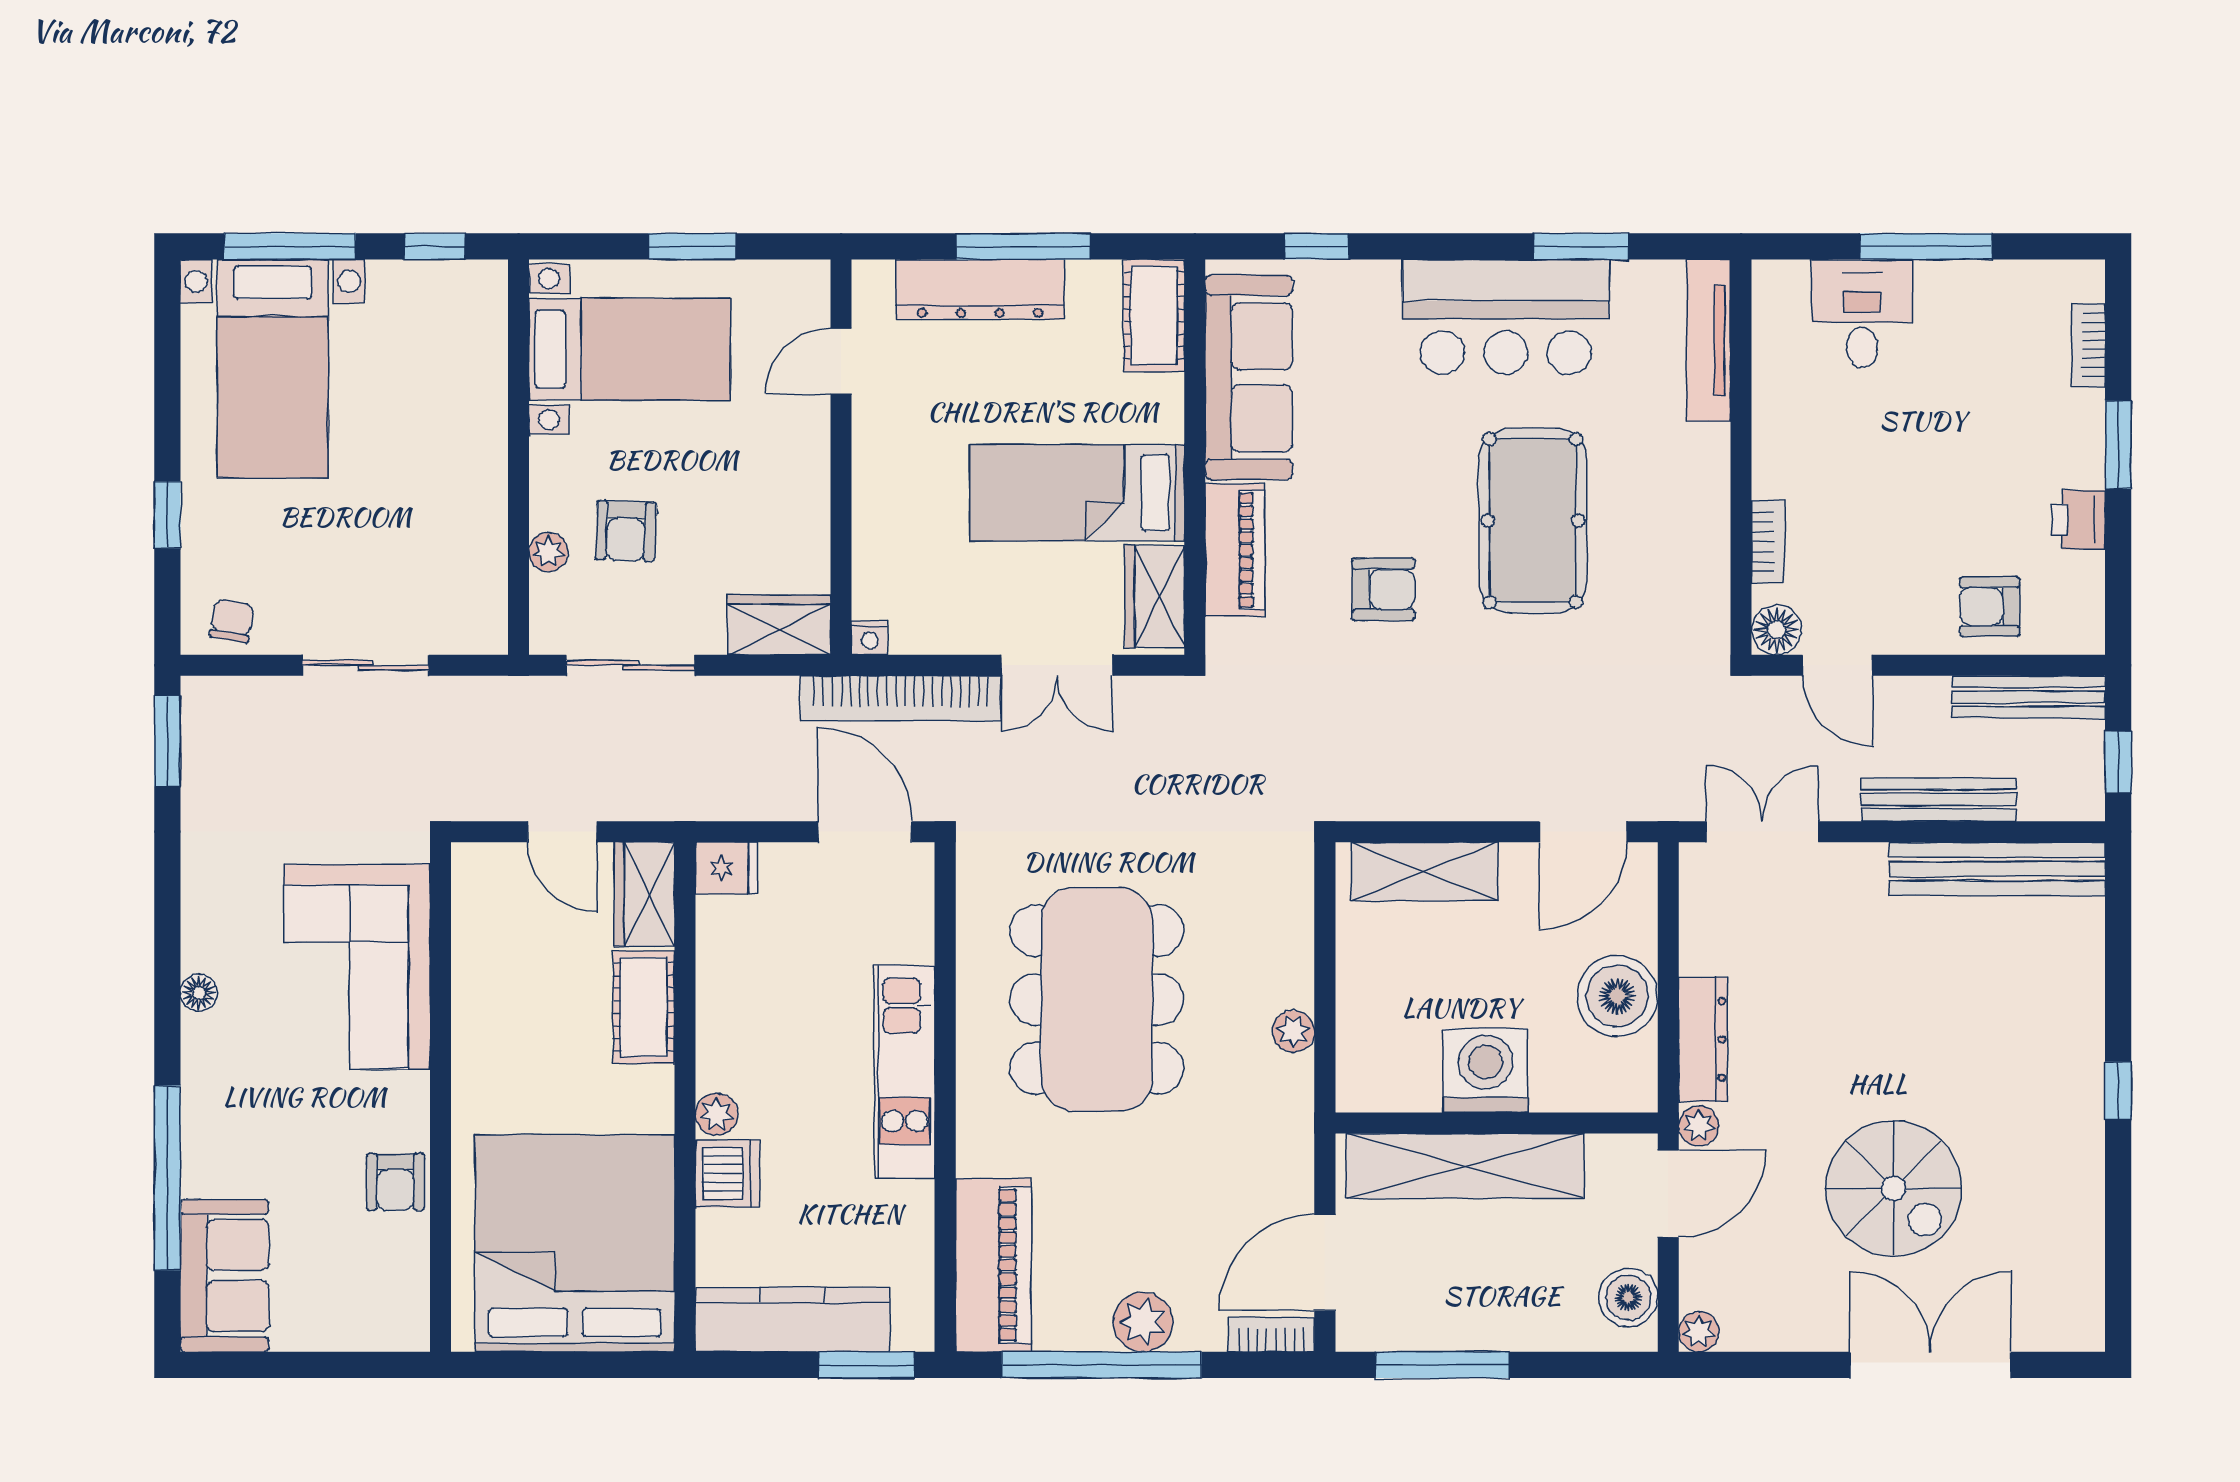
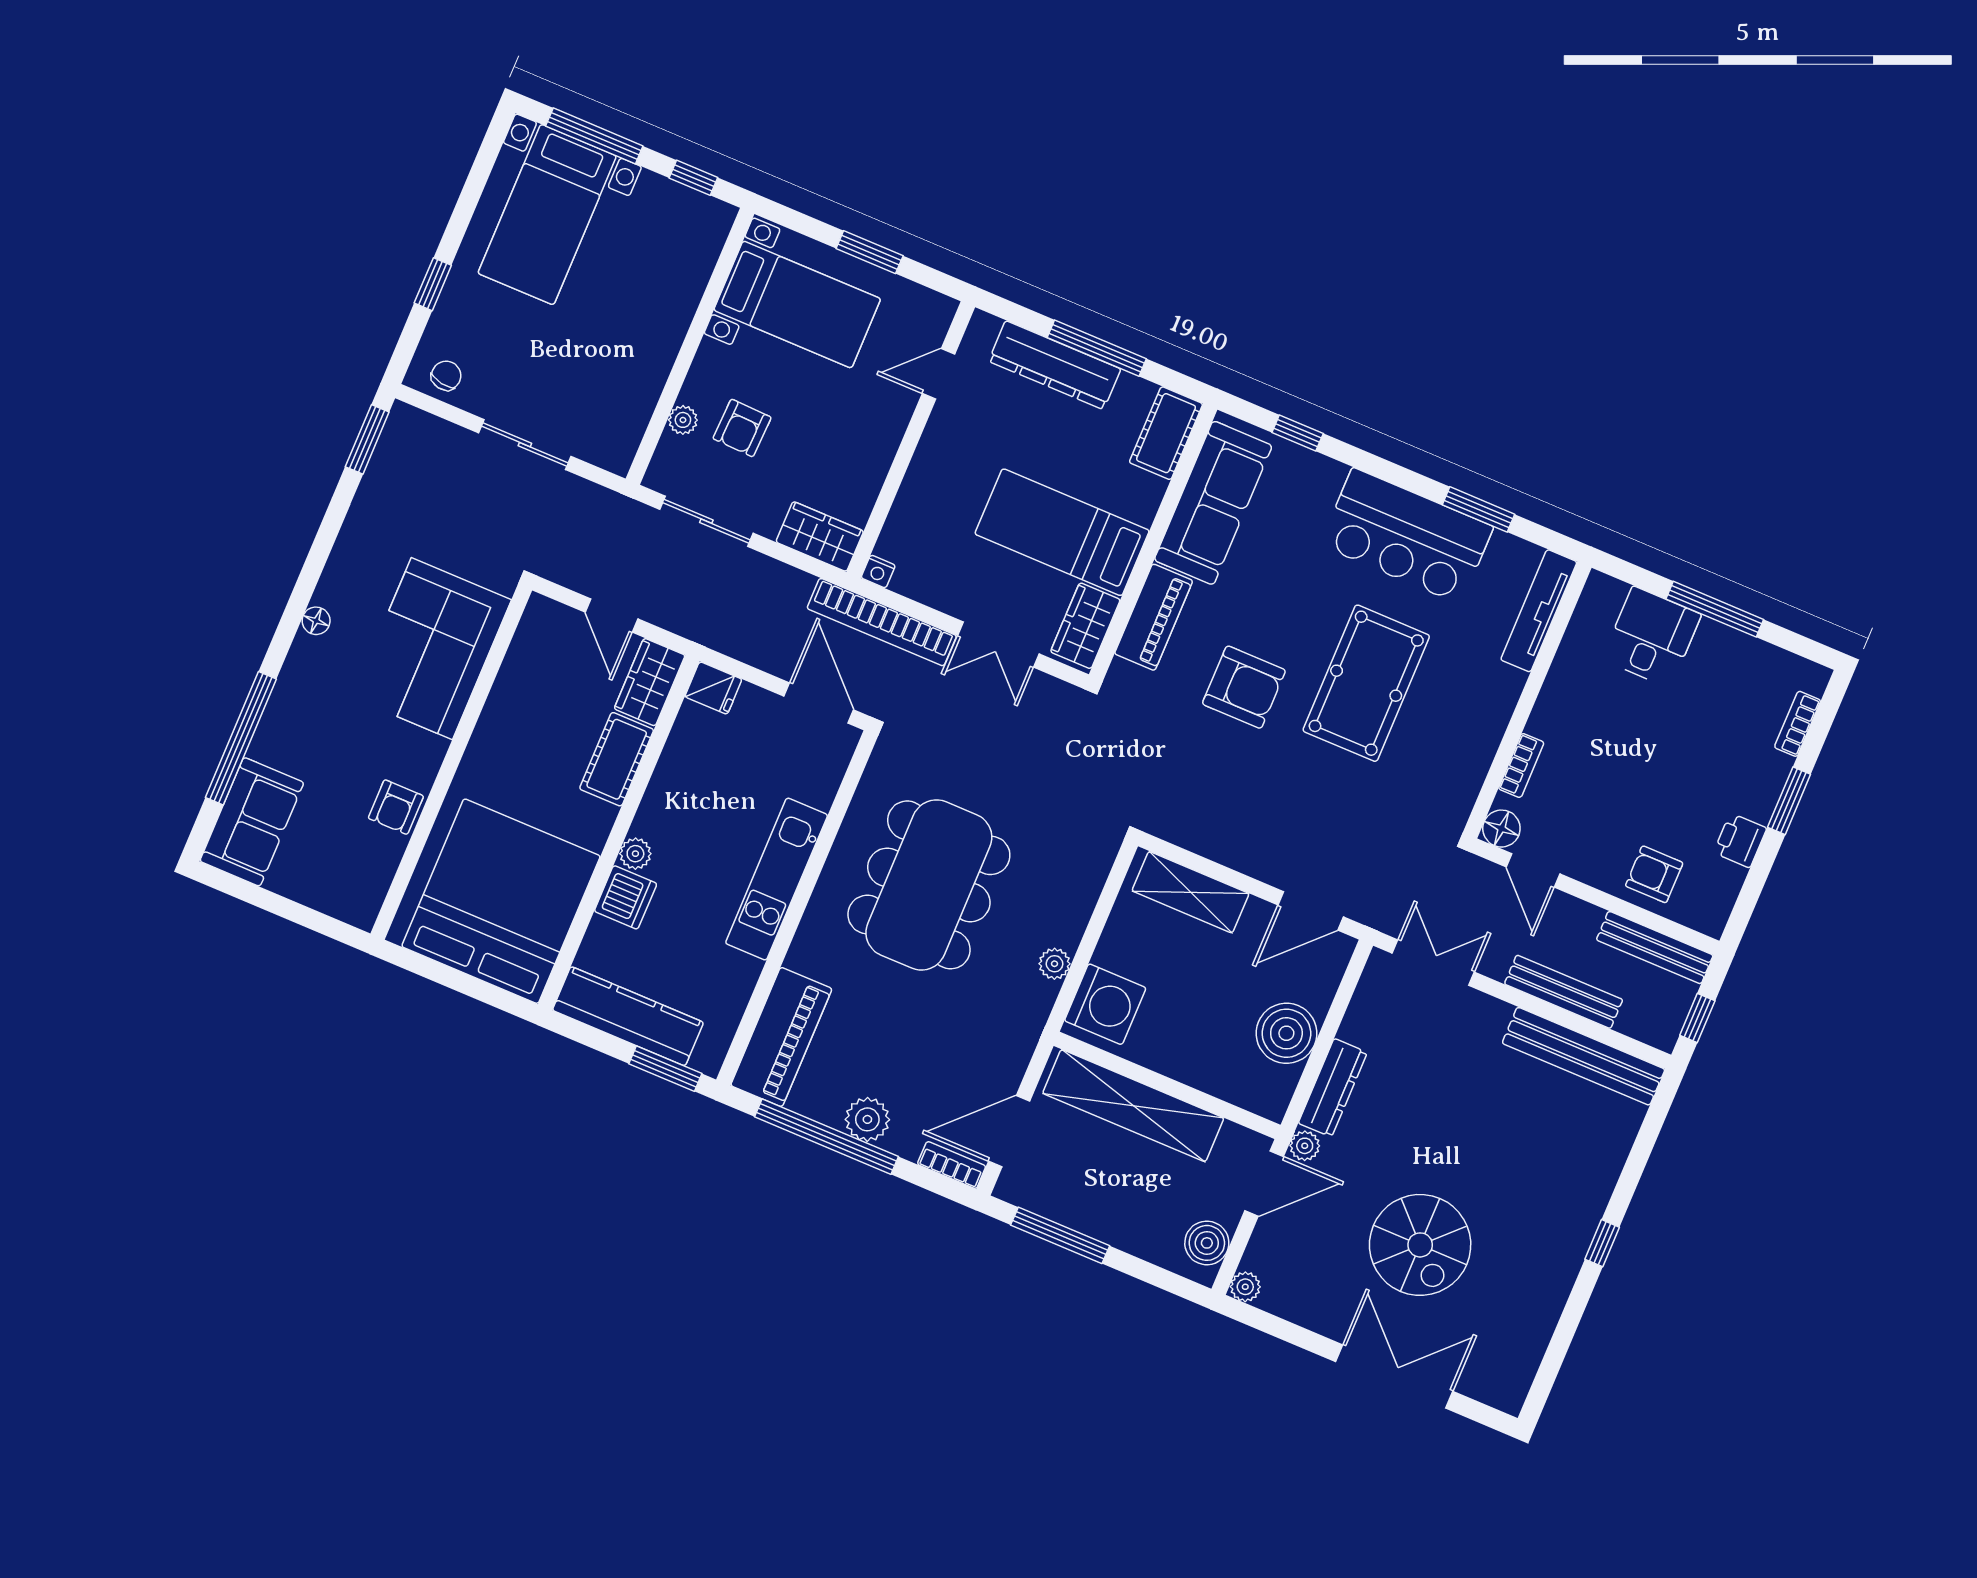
armchair: (1383, 589) -> (1244, 687), width x1.38, depth x1.38
washing machine: (1485, 1071) -> (1105, 1004), moved, turned 90

